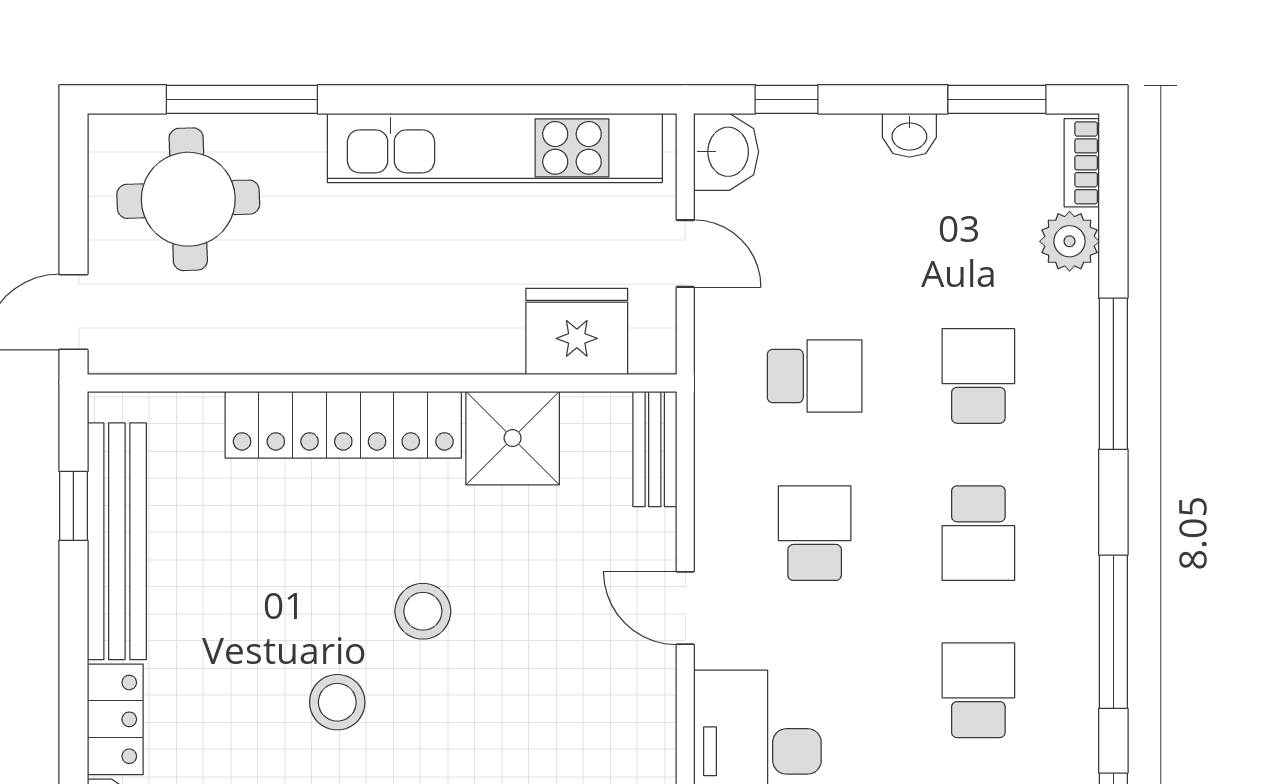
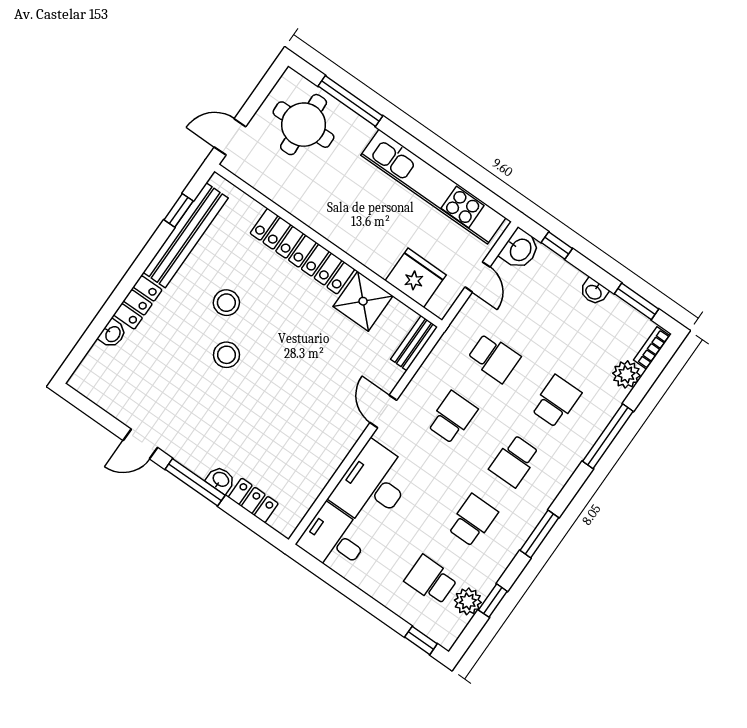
stool: (423, 611) -> (226, 303), moved
window: (1113, 632) -> (539, 534), width x0.69

